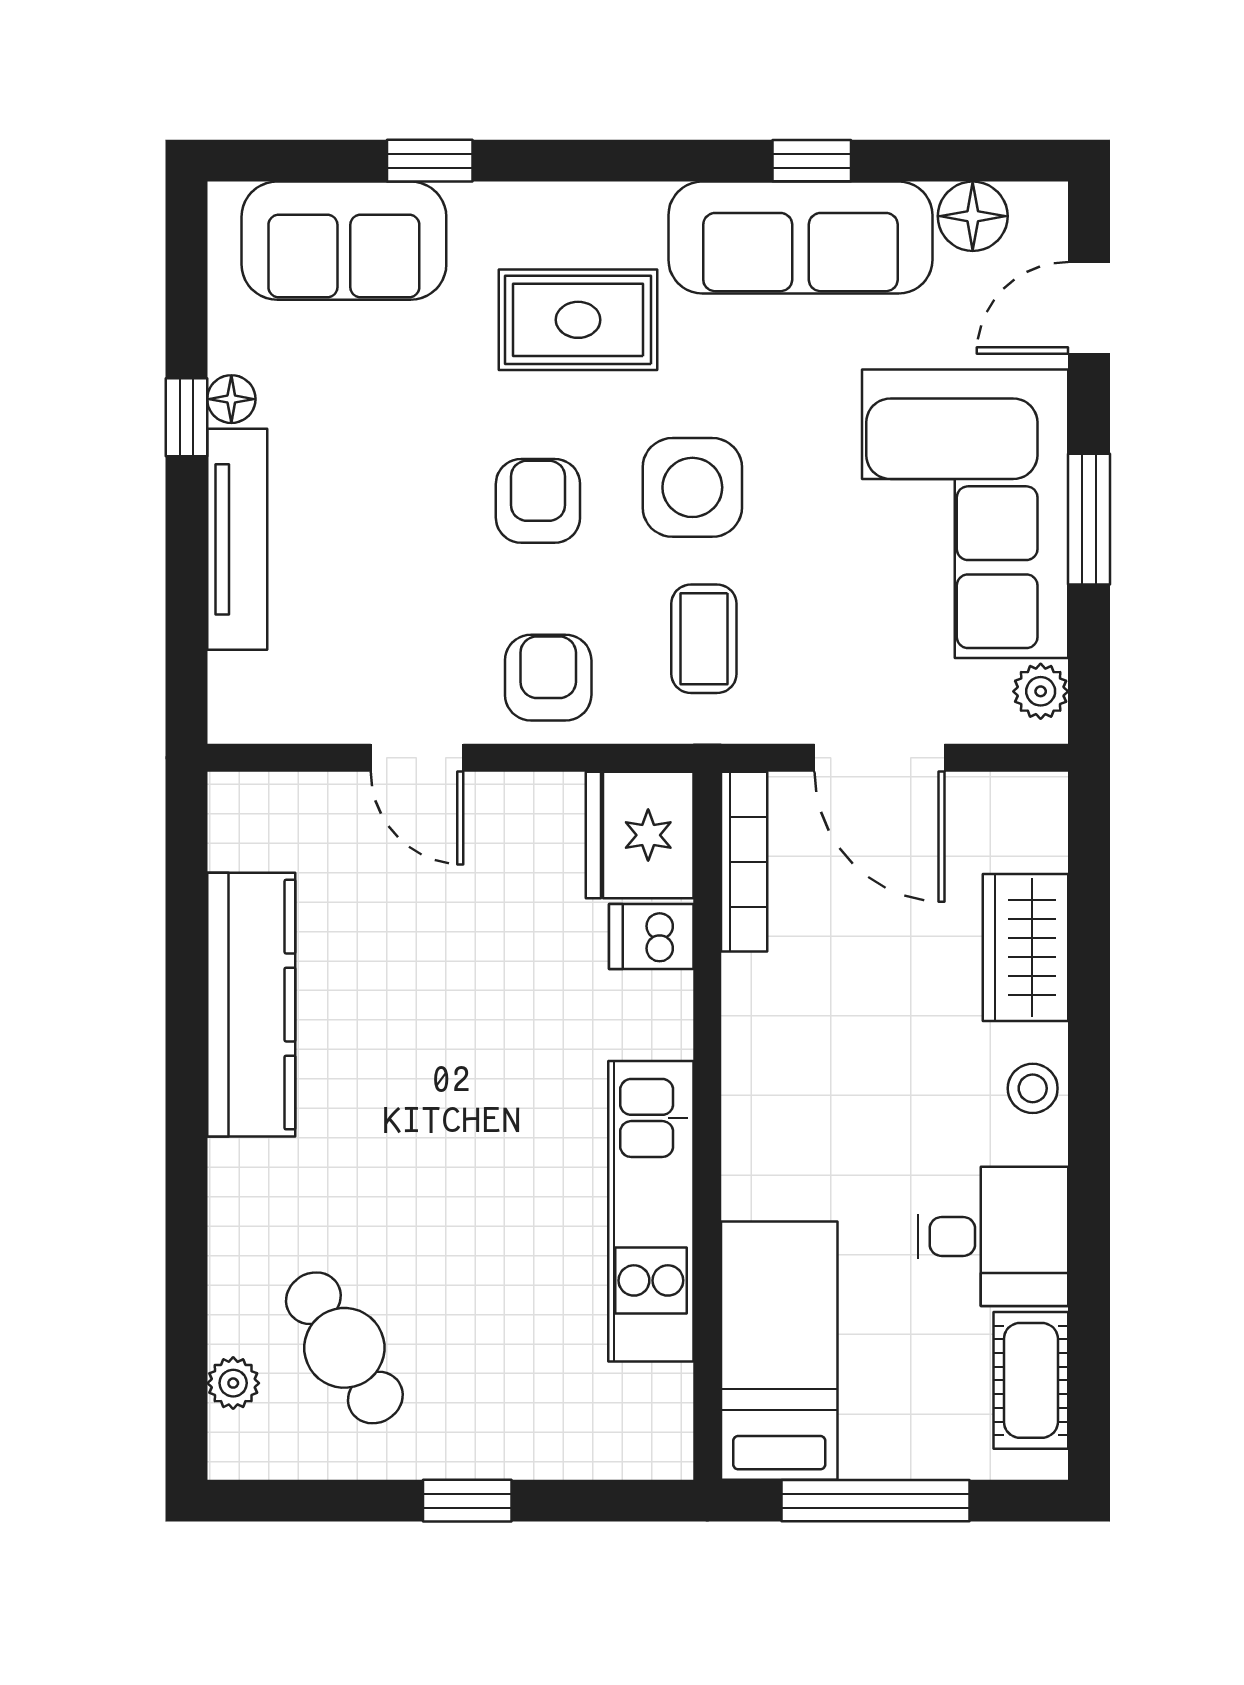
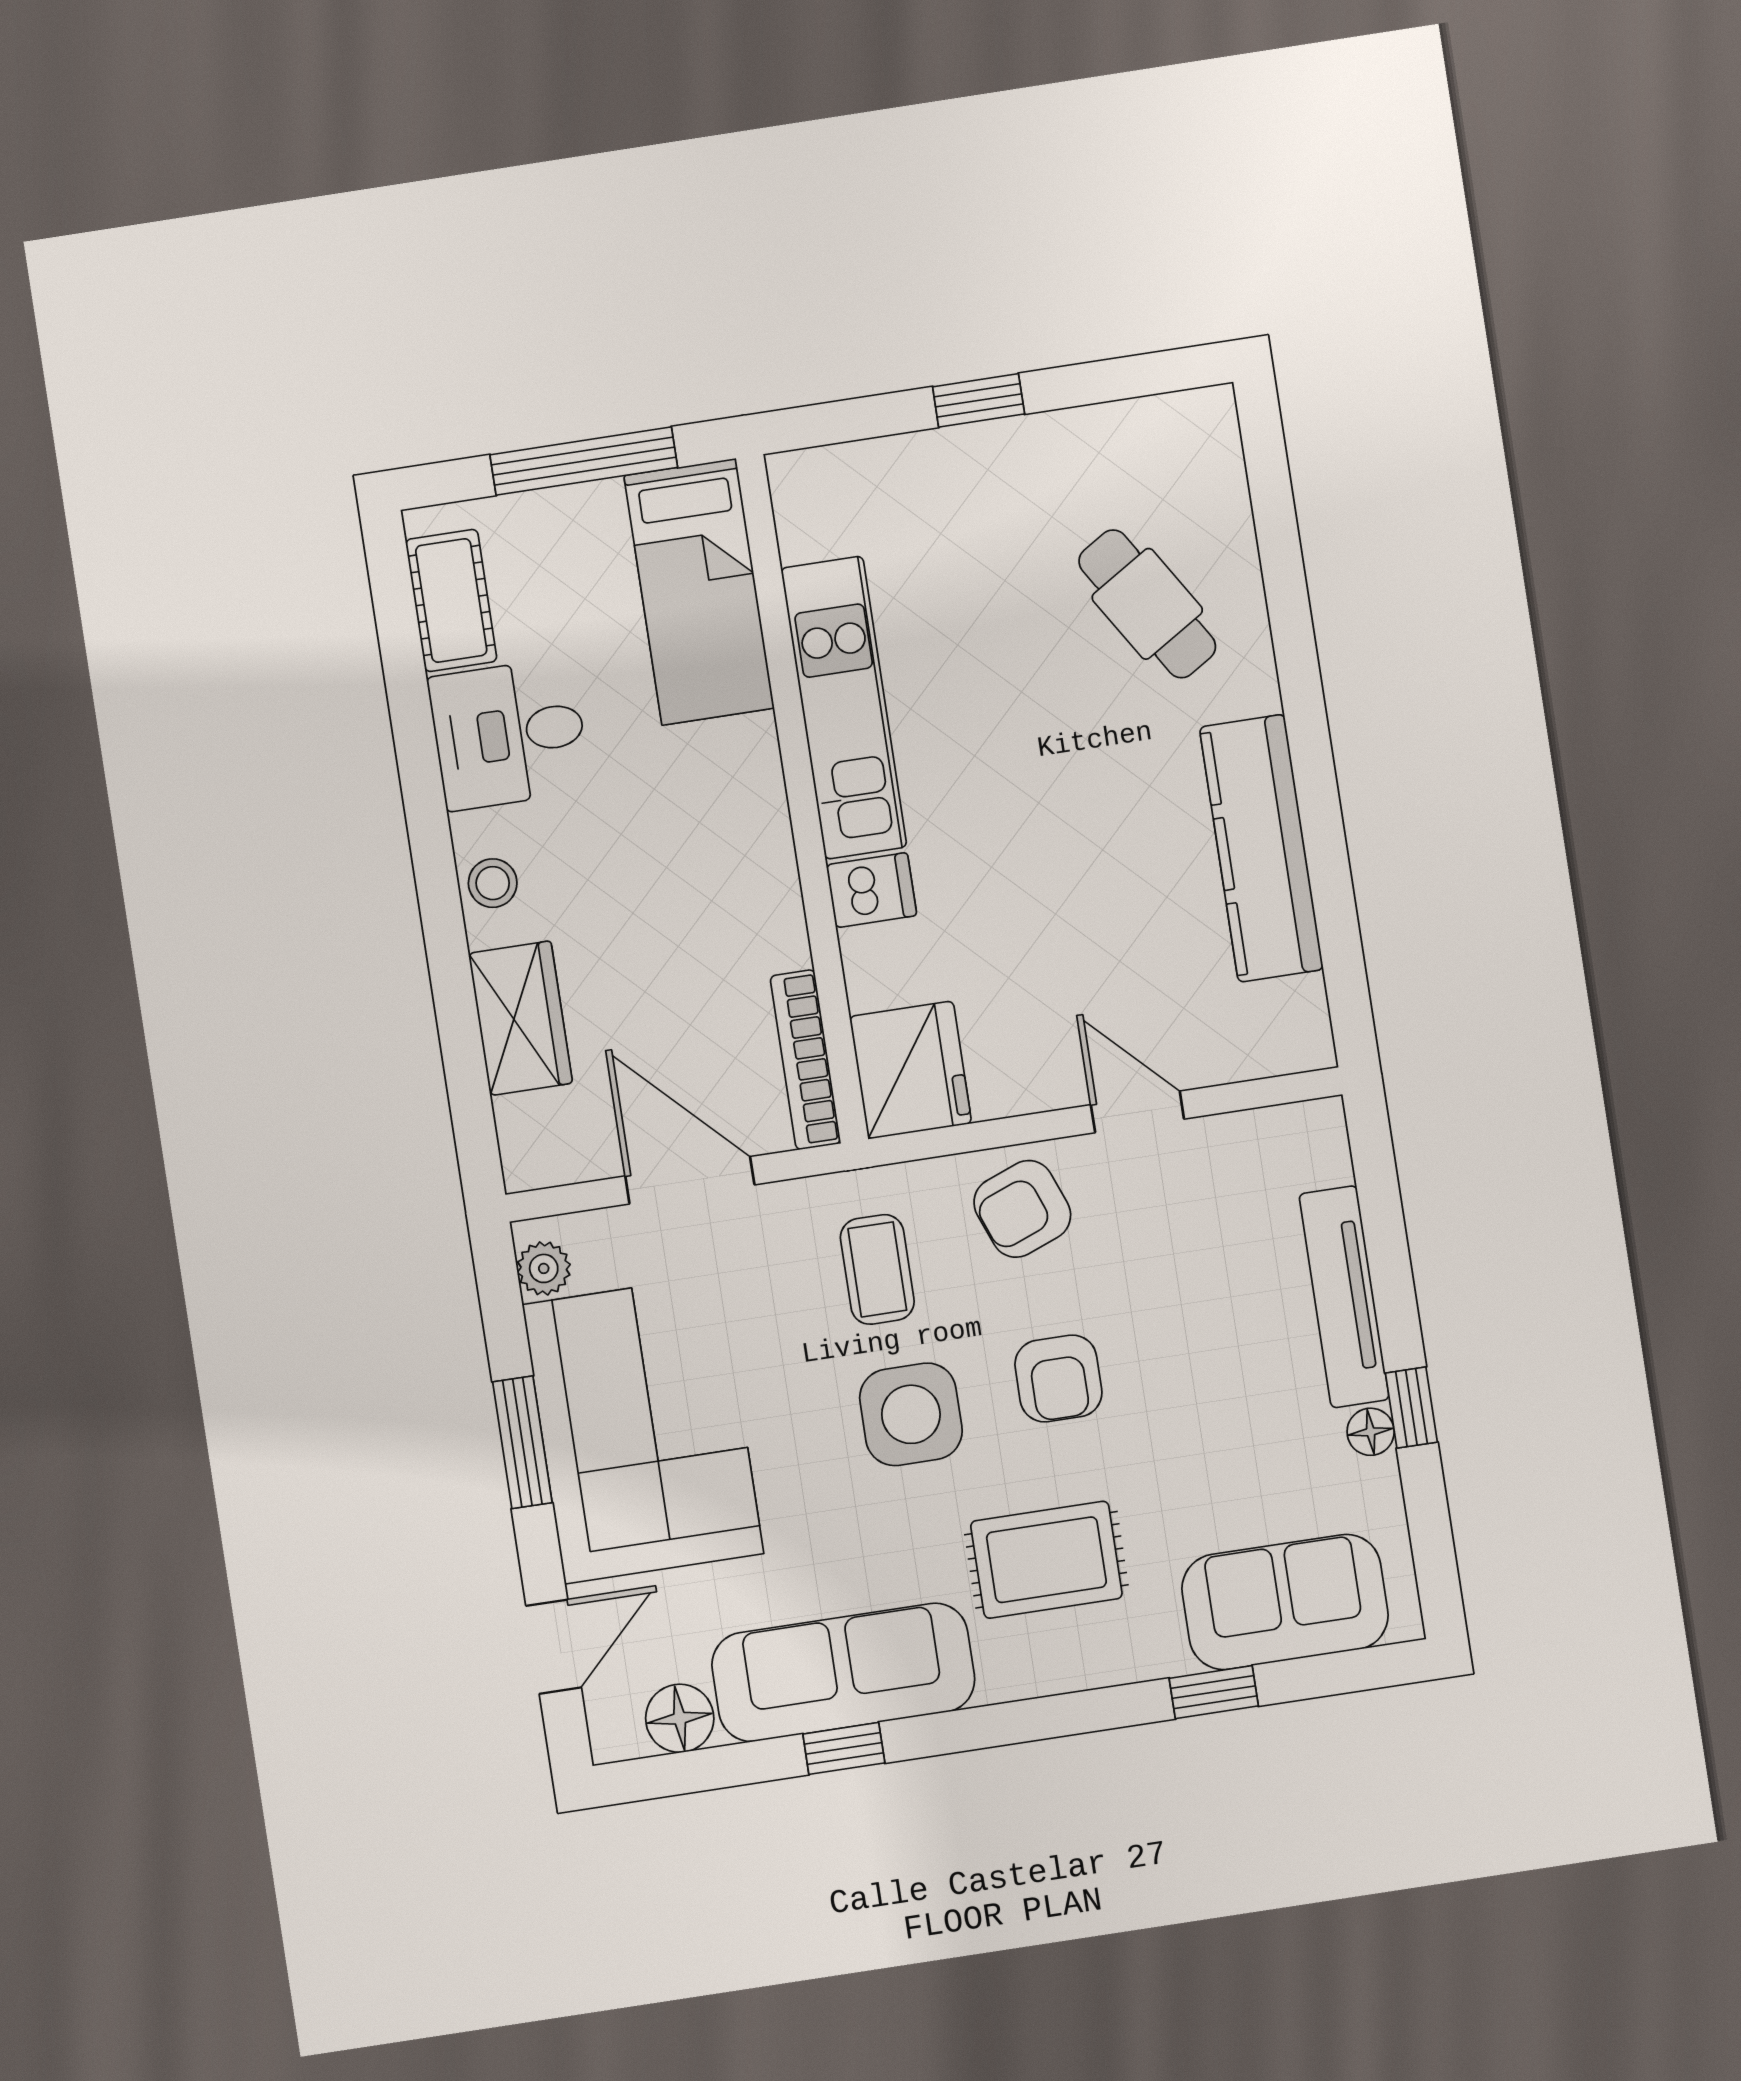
armchair: (548, 678) -> (1022, 1209), turned 69
dishwasher: (651, 937) -> (871, 890), moved
cafe table: (344, 1348) -> (1147, 604), moved
plant: (233, 1383) -> (1223, 479), removed

